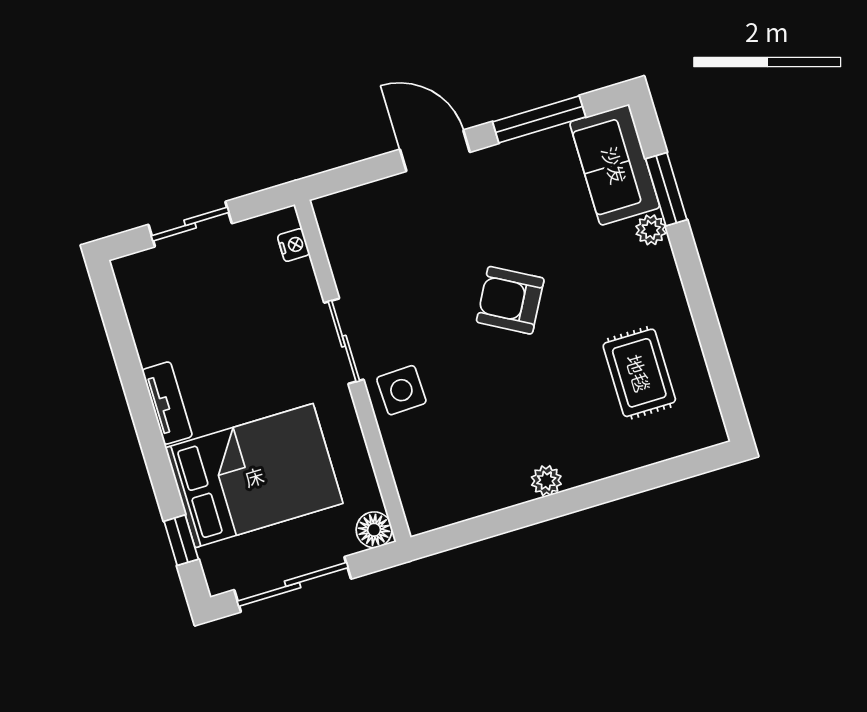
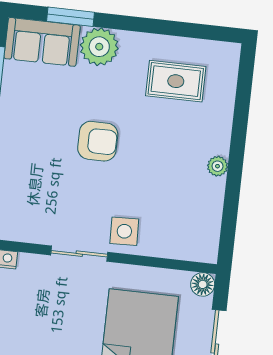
plant: (651, 230) -> (99, 47), width x1.87, depth x1.87
armchair: (510, 300) -> (98, 141), turned -119

